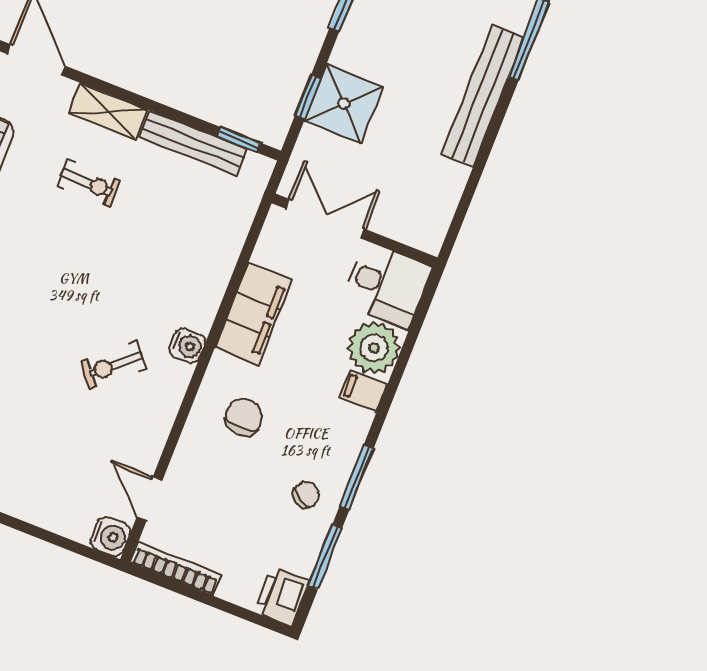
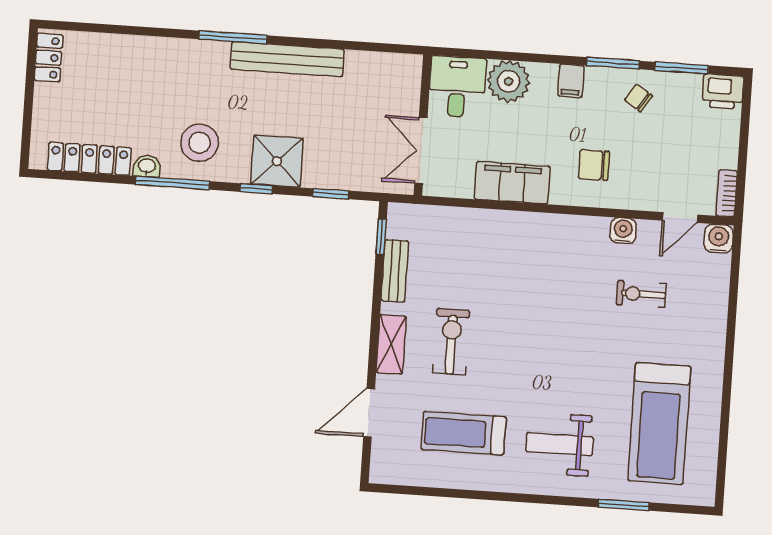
shower: (344, 104) -> (277, 161), moved
bench: (193, 143) -> (395, 271), width x0.73
exercise bike: (89, 183) -> (451, 342), width x1.38, depth x1.39
water cooler: (187, 346) -> (623, 231), moved
exercise bike: (113, 365) -> (641, 294), moved, turned 131
filing cabinet: (363, 391) -> (571, 81), moved
bookcase: (176, 569) -> (727, 193), width x0.64

